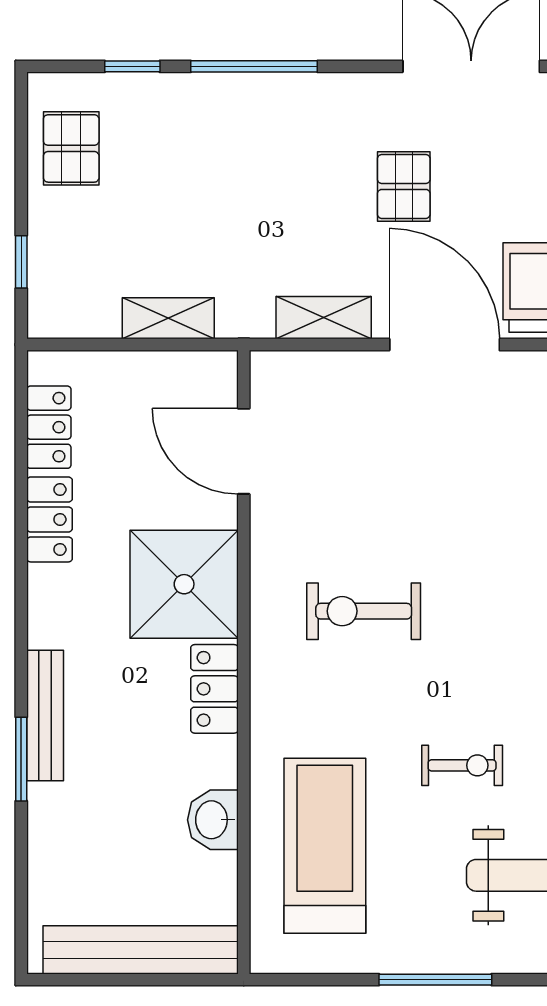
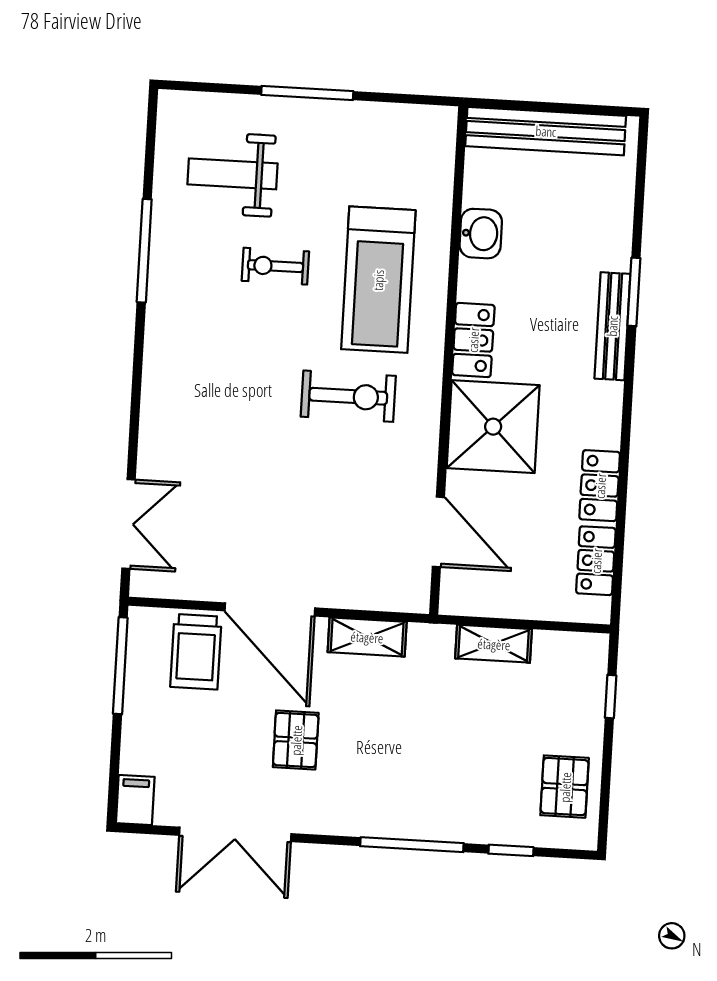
treadmill: (325, 846) -> (378, 280), moved

